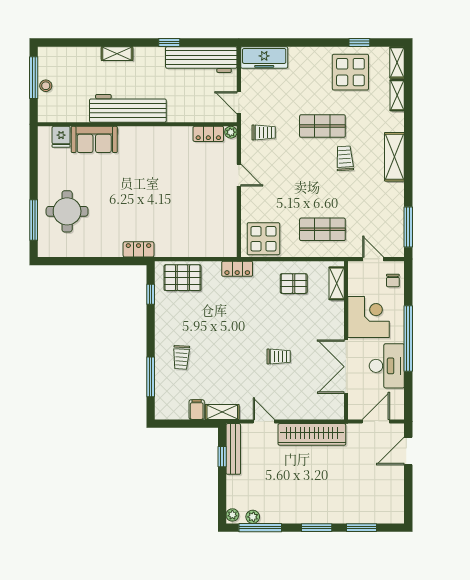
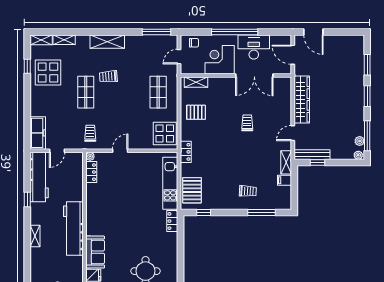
door: (239, 103) -> (57, 151), moved
kitchen unit: (192, 247) -> (170, 183), added
pallet: (294, 284) -> (196, 112), turned 90

